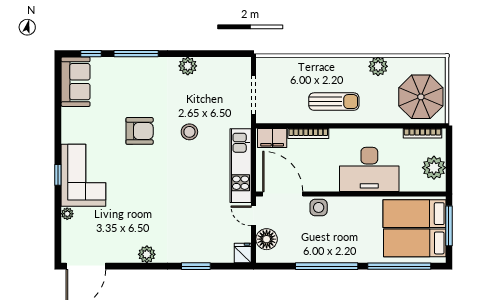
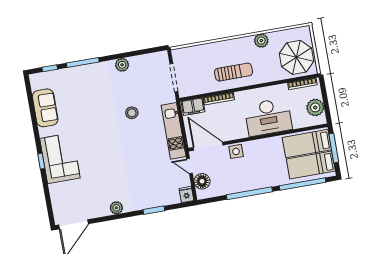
sofa: (76, 82) -> (45, 108), moved
armchair: (140, 131) -> (95, 119), removed
plant: (67, 214) -> (53, 188), removed

